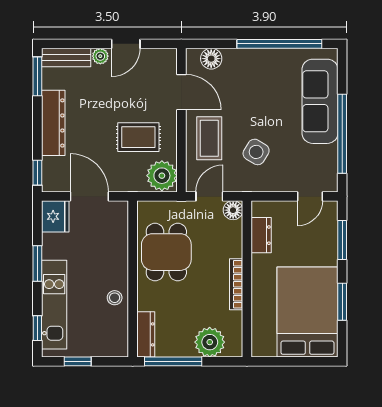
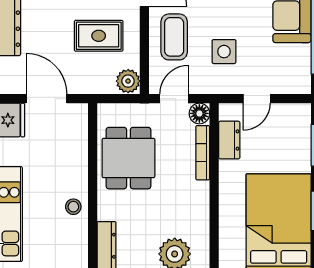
side table: (256, 152) -> (224, 52), turned -31
plant: (162, 176) -> (128, 81), width x0.73, depth x0.73
door: (310, 196) -> (257, 99), moved
bookcase: (236, 284) -> (203, 153), moved

